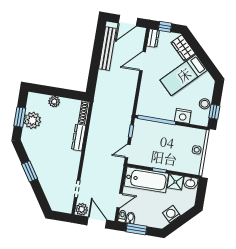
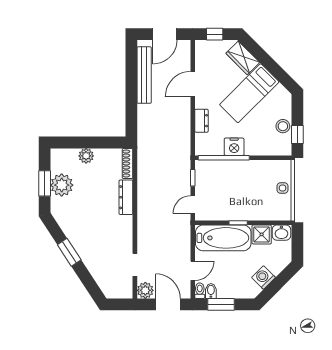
dresser: (153, 38) -> (201, 121), moved
nightstand: (183, 116) -> (234, 147), moved

